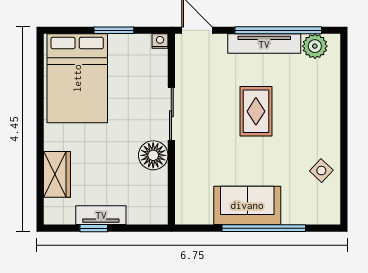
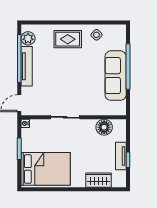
rug: (256, 111) -> (68, 39), moved
floor lamp: (153, 155) -> (104, 127), moved
sofa: (247, 205) -> (116, 76), width x1.36

